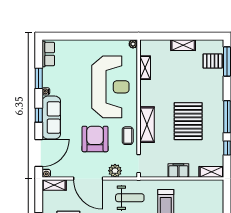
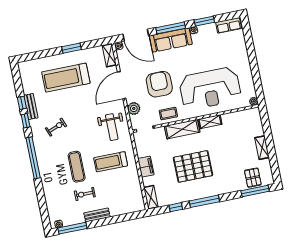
shelving: (145, 68) -> (210, 122), moved
window: (39, 115) -> (171, 28), width x2.17
armchair: (95, 139) -> (159, 84), turned -90

